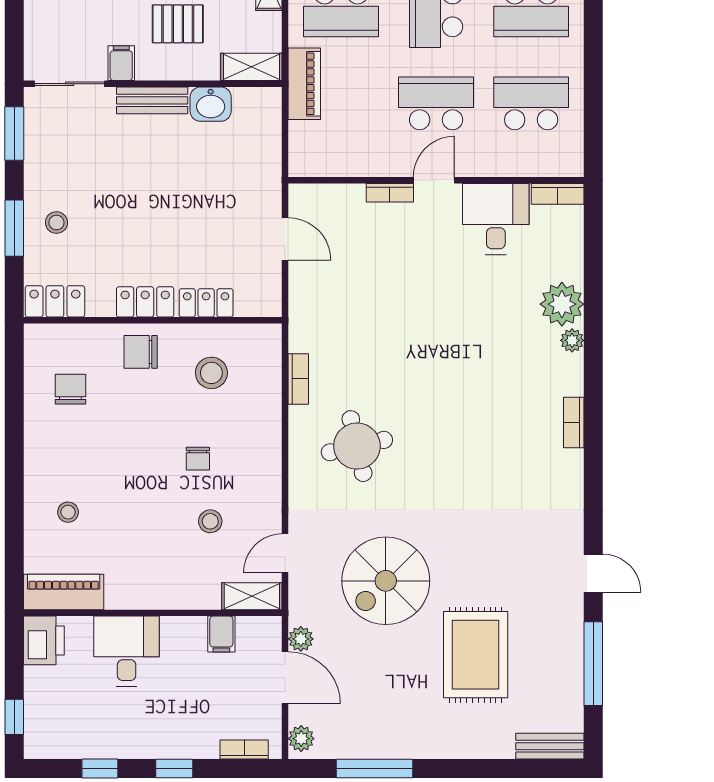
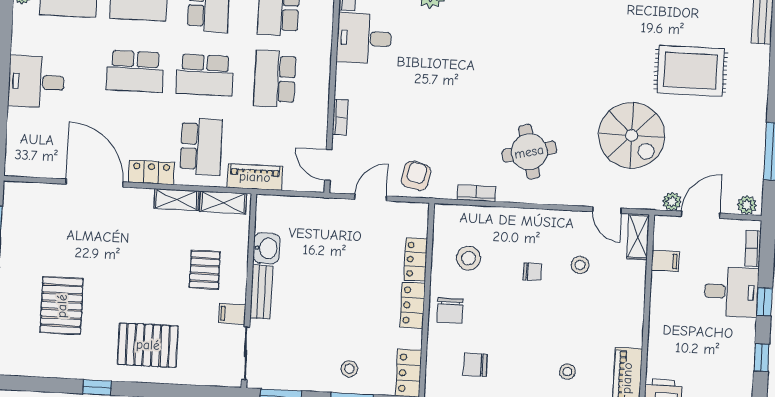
shelving: (251, 67) -> (223, 202), moved, turned 90
door: (434, 180) -> (328, 165), moved
armchair: (317, 298) -> (416, 176), added
desk: (127, 651) -> (731, 292), moved, turned 180

